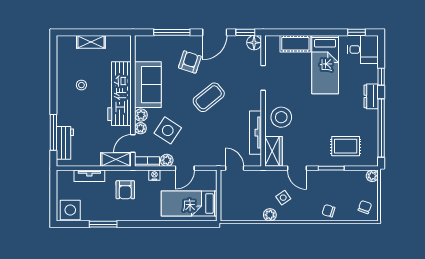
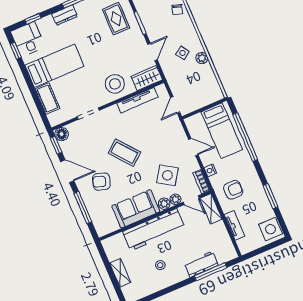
window: (381, 77) -> (33, 19), moved
workbench: (65, 143) -> (201, 264), moved
plant: (167, 160) -> (193, 165), removed
window: (173, 224) -> (245, 137), added

